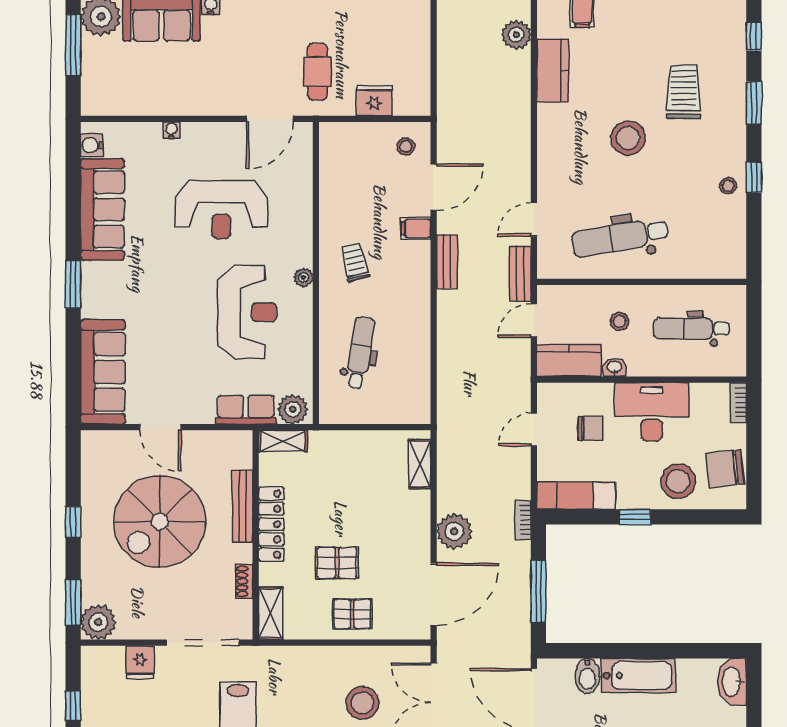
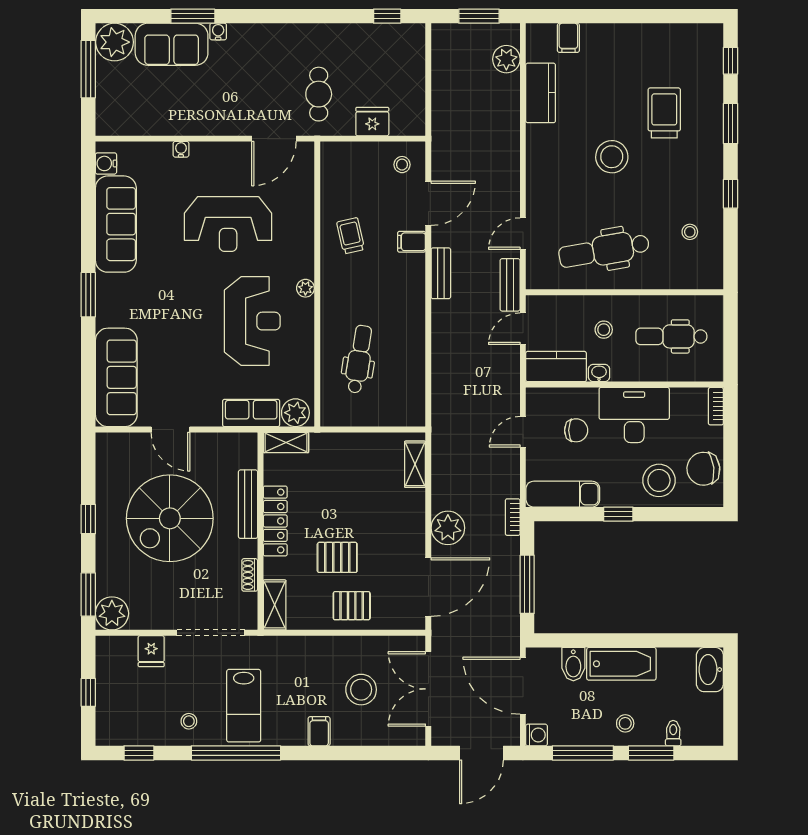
stool: (728, 186) -> (690, 232), moved
trolley: (355, 262) -> (351, 236), moved

